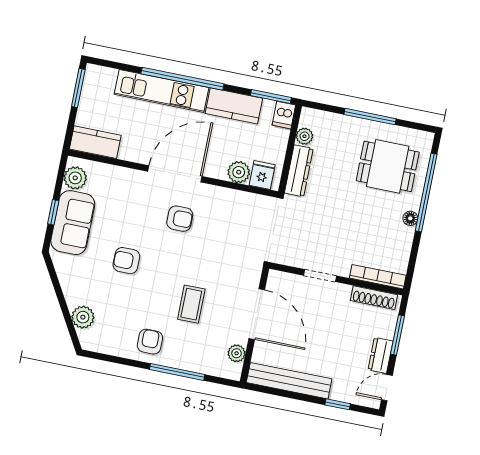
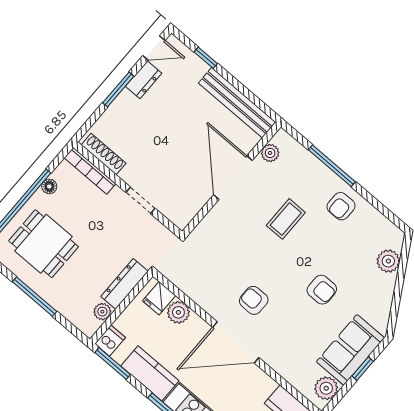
doorway: (320, 276) -> (140, 200), moved
bookcase: (378, 277) -> (90, 171), moved
wall: (336, 279) -> (128, 189), moved
shoe rack: (374, 298) -> (104, 154), moved

